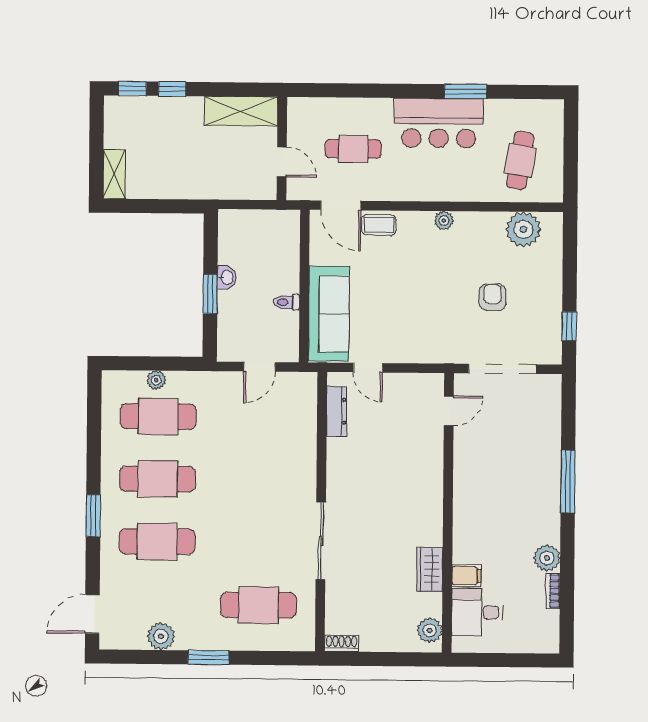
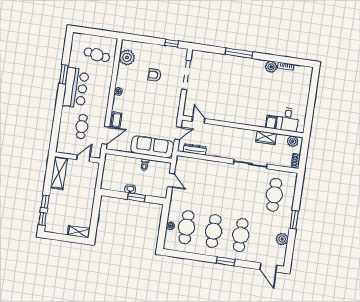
door: (449, 411) -> (198, 120), moved
wall: (448, 513) -> (243, 126), moved
wardrobe: (430, 569) -> (266, 138), moved
filing cabinet: (467, 576) -> (271, 122), moved
desk: (477, 612) -> (288, 120), moved
plant: (430, 630) -> (293, 141), moved

